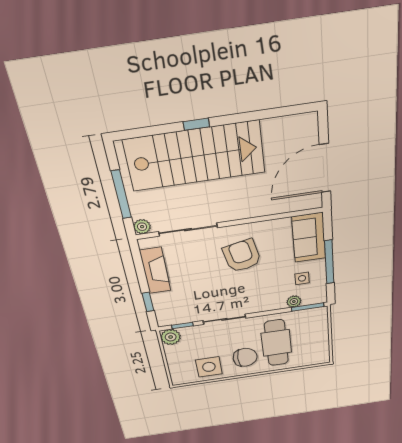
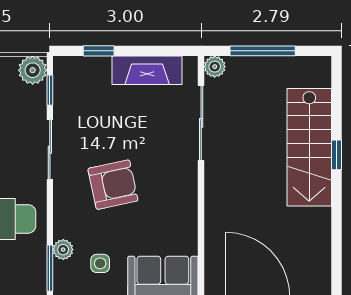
stairs: (195, 156) -> (309, 147), width x0.73, depth x0.66
armchair: (242, 256) -> (113, 185), moved

